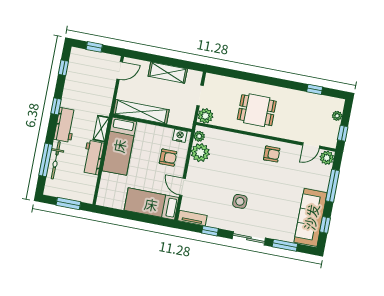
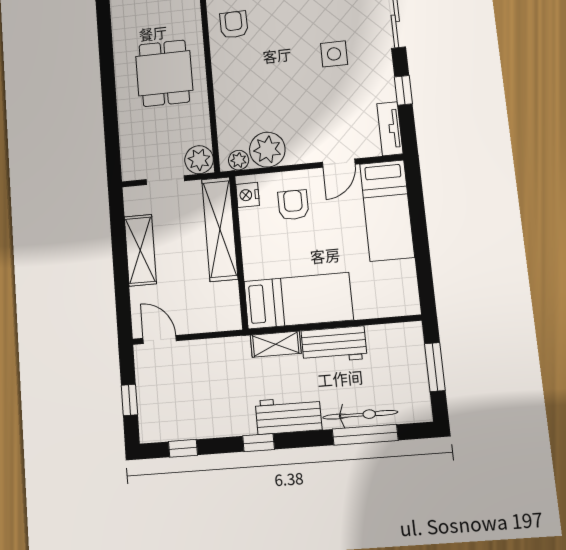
shelving: (141, 112) -> (220, 229), moved

